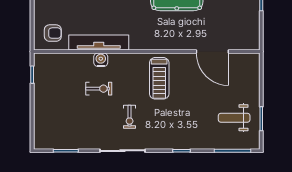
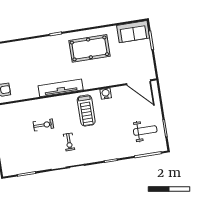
tv unit: (99, 42) -> (61, 88), moved
door: (212, 52) -> (139, 82), moved
water cooler: (101, 60) -> (106, 94), moved
weight bench: (234, 118) -> (145, 131), turned 180

